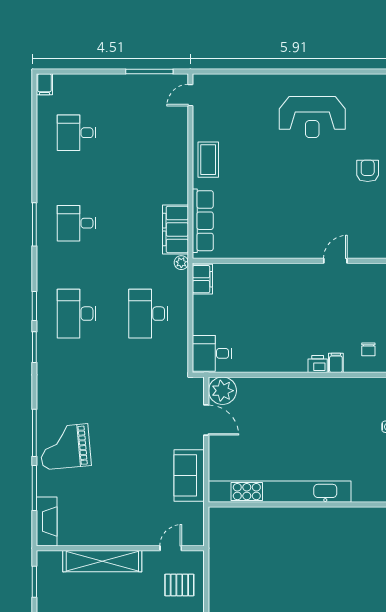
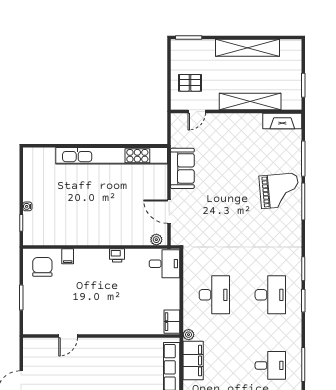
chair: (368, 349) -> (42, 267), width x1.87, depth x1.87
printer: (318, 364) -> (117, 255), moved
plant: (223, 391) -> (156, 240), width x0.53, depth x0.53
fireplace: (47, 521) -> (282, 121), moved, turned -90

